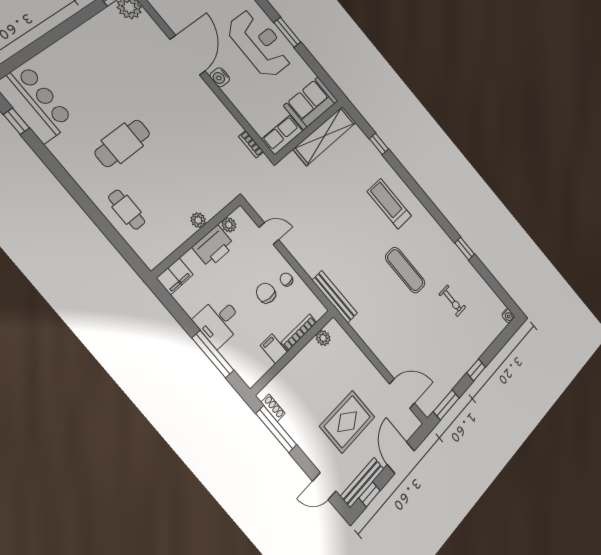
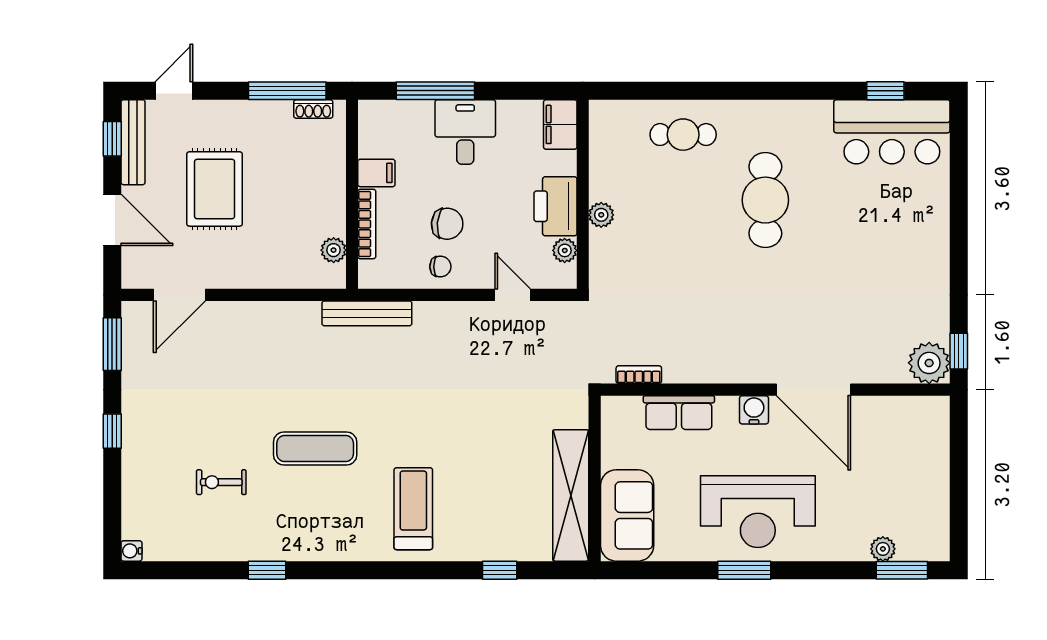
row of seats: (282, 135) -> (679, 413), moved, turned 90
treadmill: (389, 204) -> (413, 509), turned -90
door: (269, 234) -> (513, 295), swing flipped

